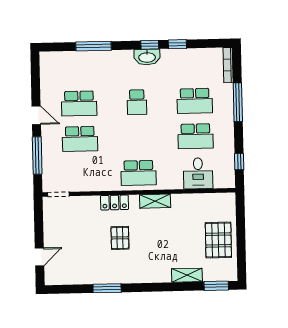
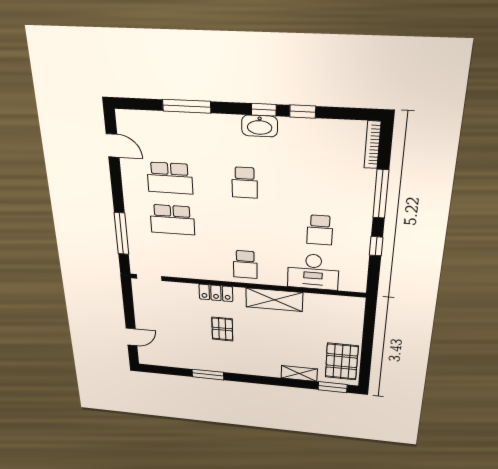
school desk: (195, 101) -> (322, 187), removed
door: (36, 115) -> (113, 146), moved
school desk: (196, 136) -> (320, 230), width x0.54
window: (239, 162) -> (376, 246), moved
school desk: (139, 173) -> (245, 264), width x0.54
desk: (198, 173) -> (313, 272), width x1.37
shelving: (155, 201) -> (274, 300), width x1.50, depth x1.33
pallet: (218, 240) -> (342, 362), moved

